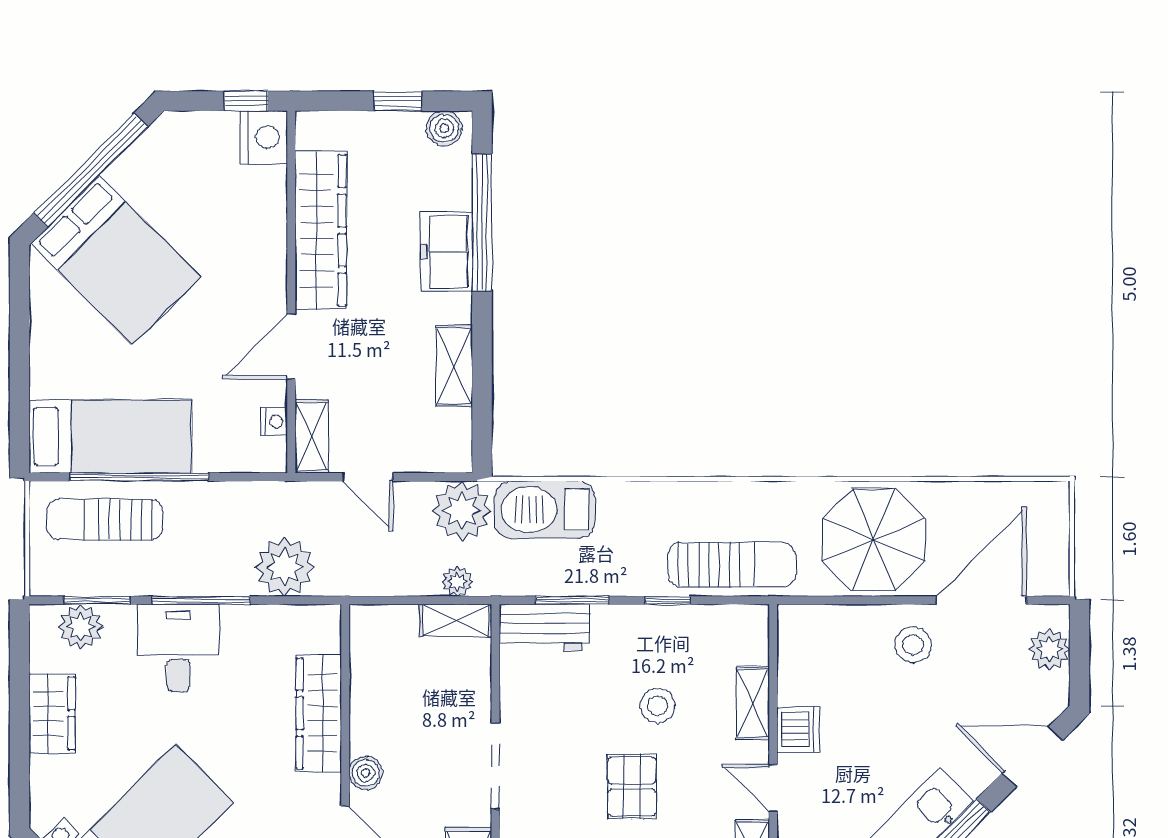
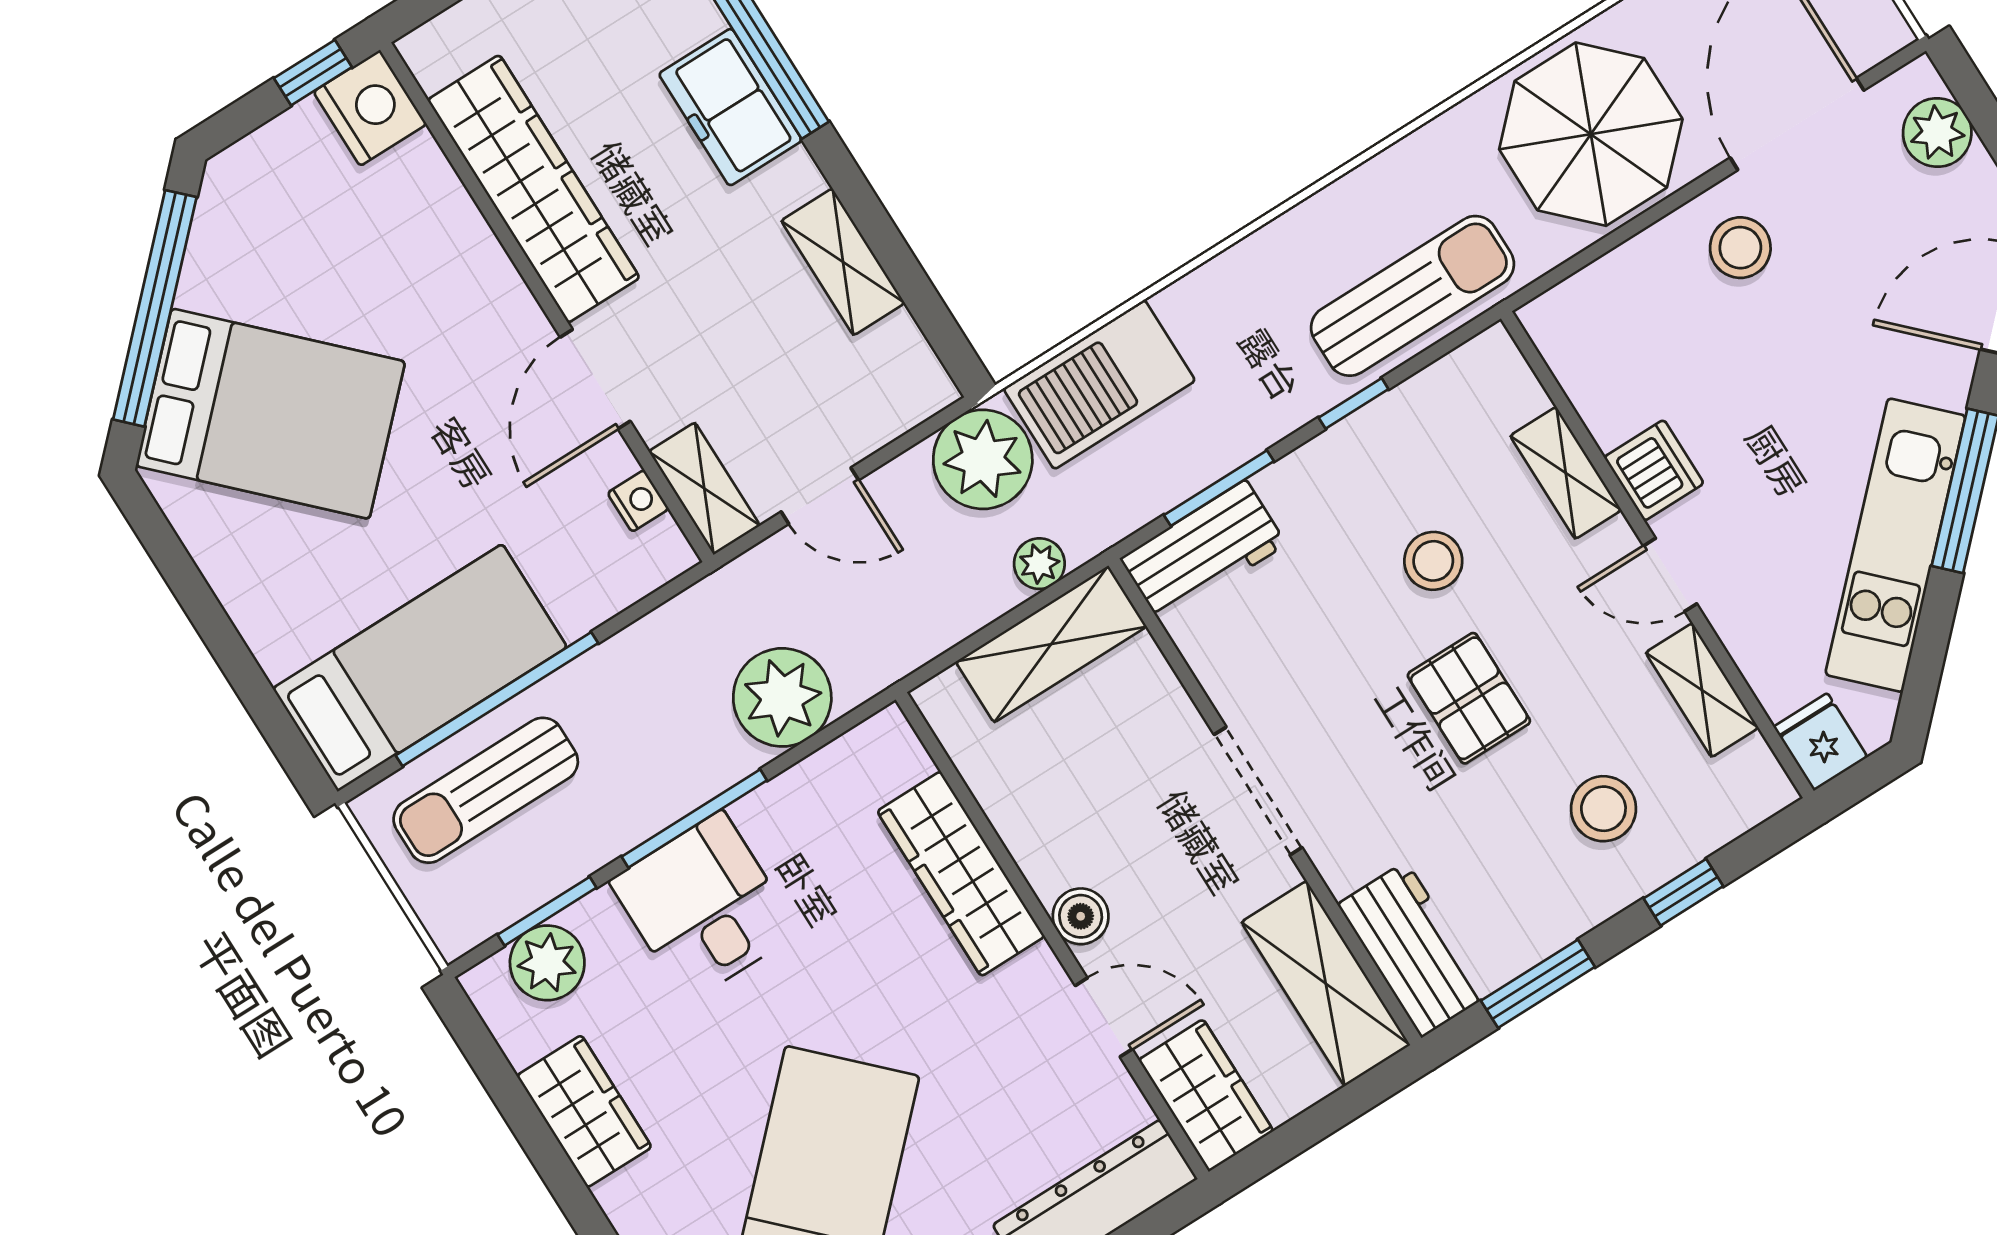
shelving: (456, 620) -> (1051, 644), width x1.50, depth x1.33

